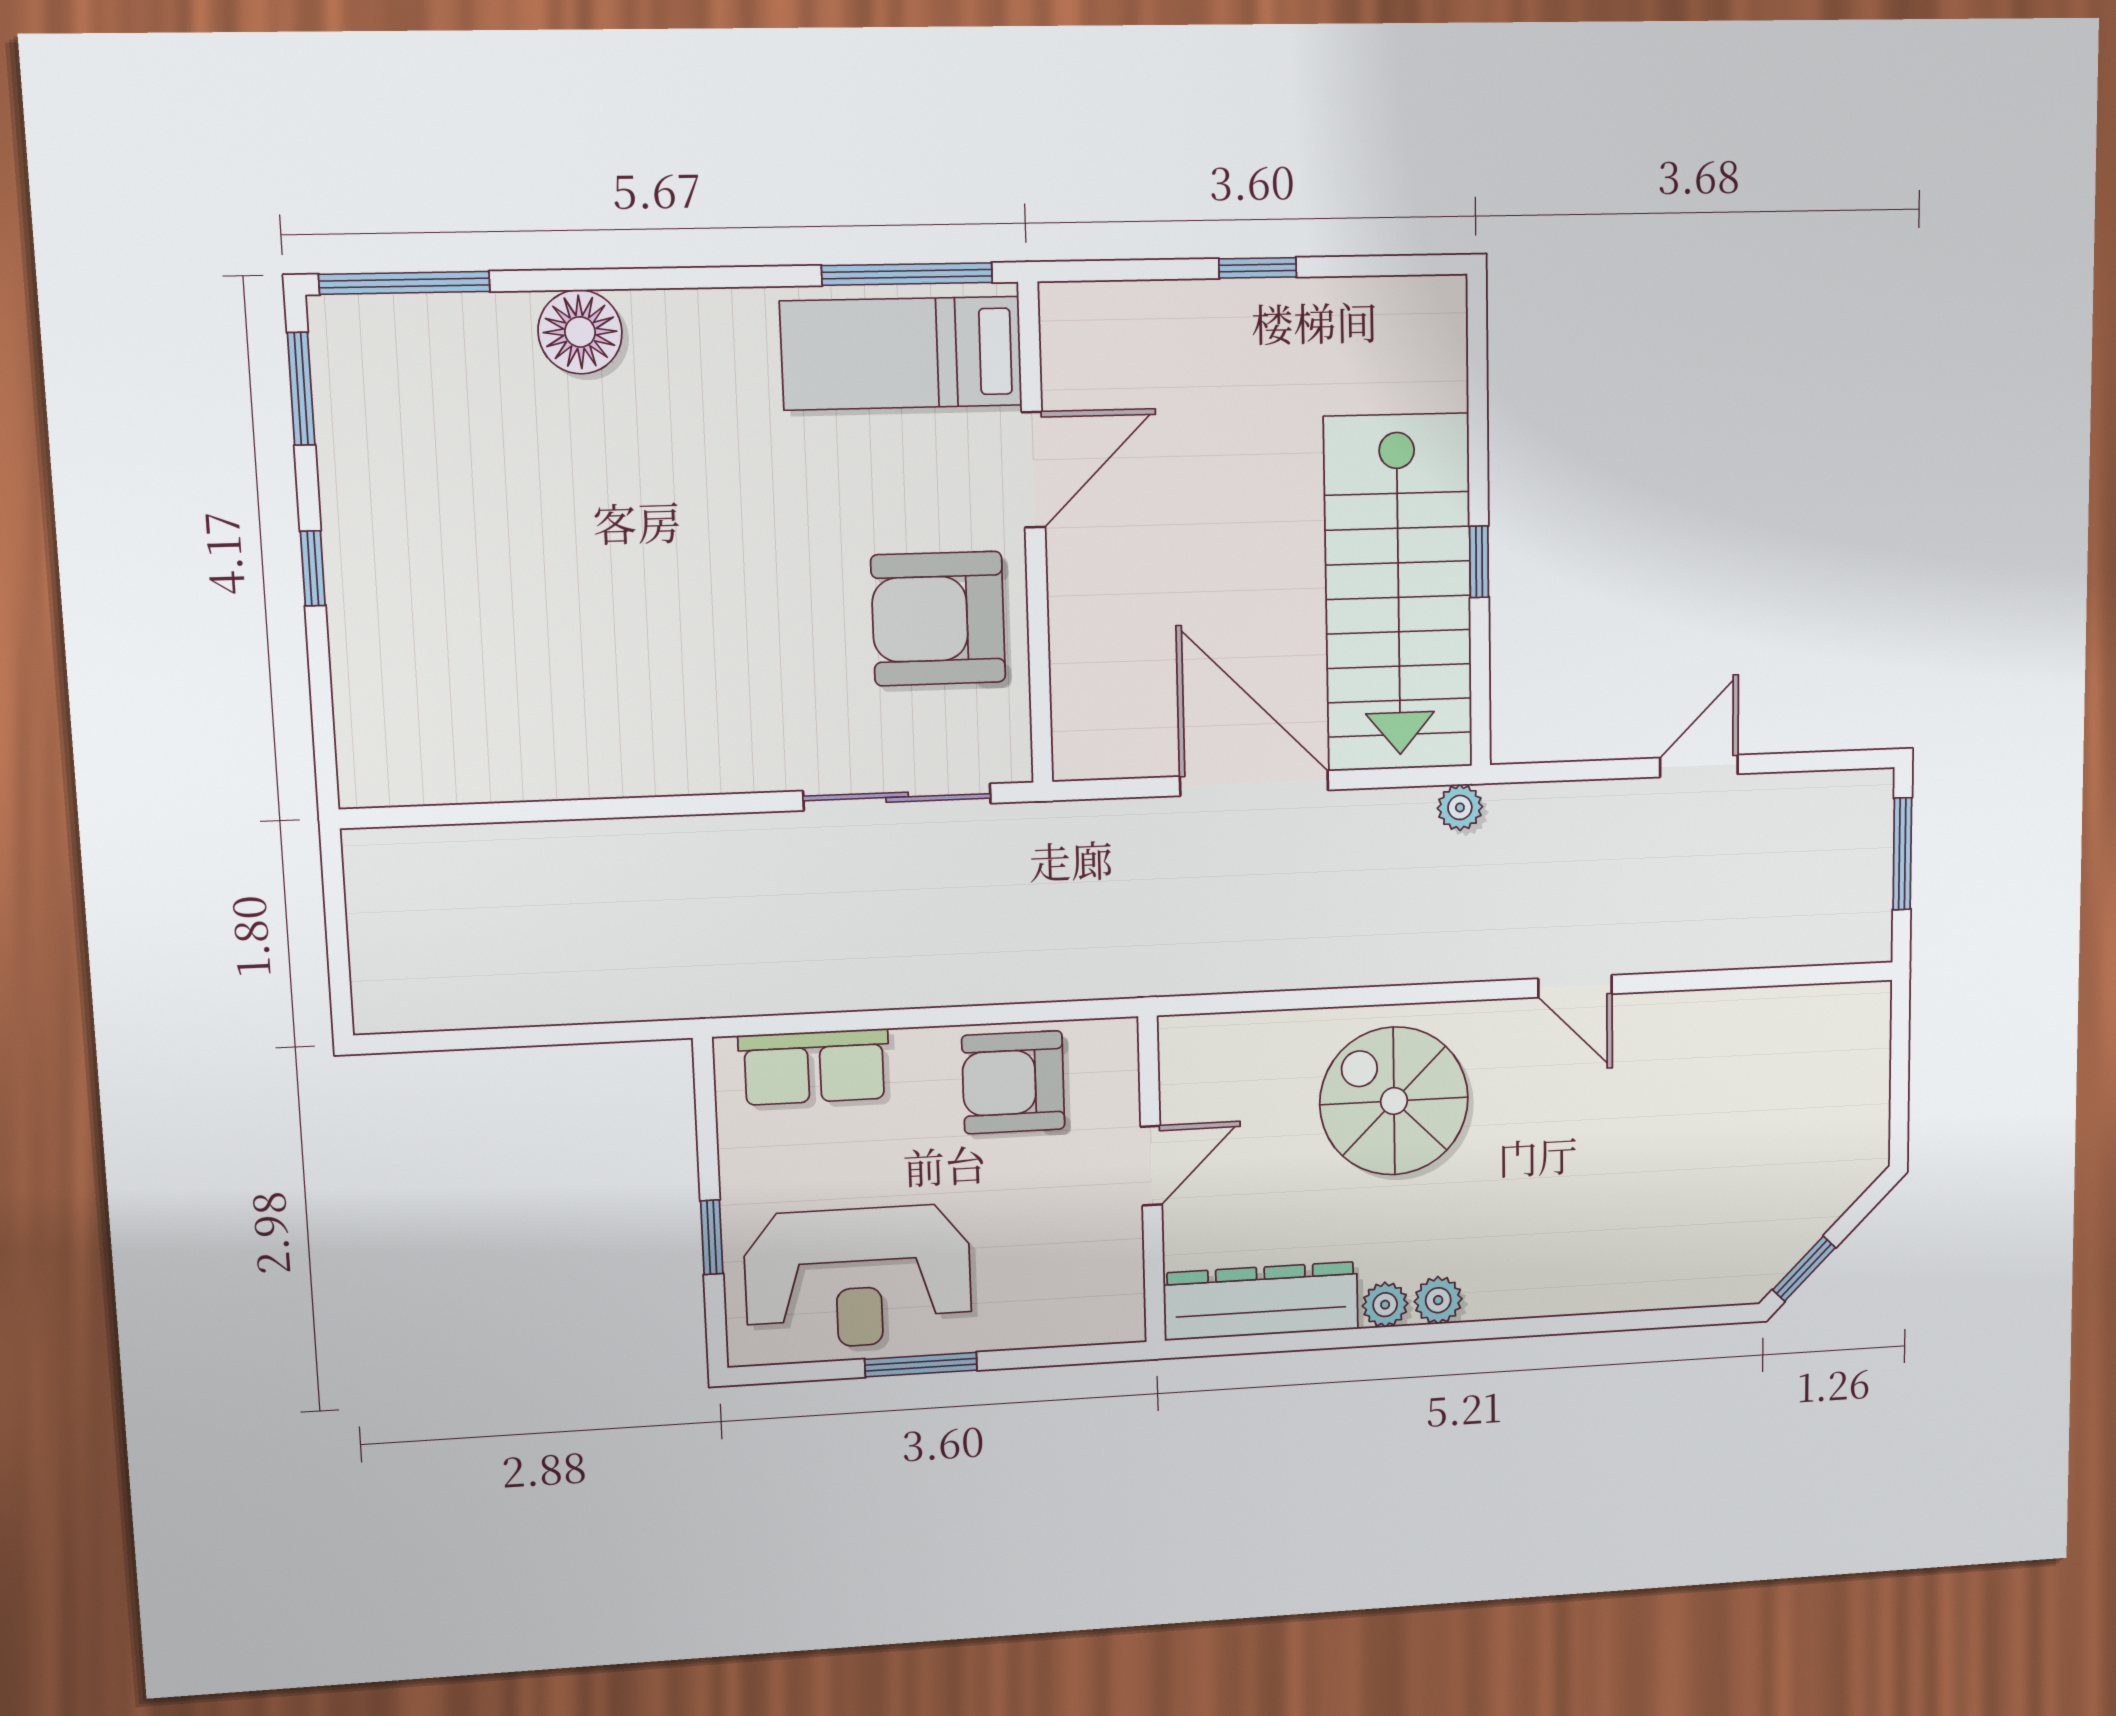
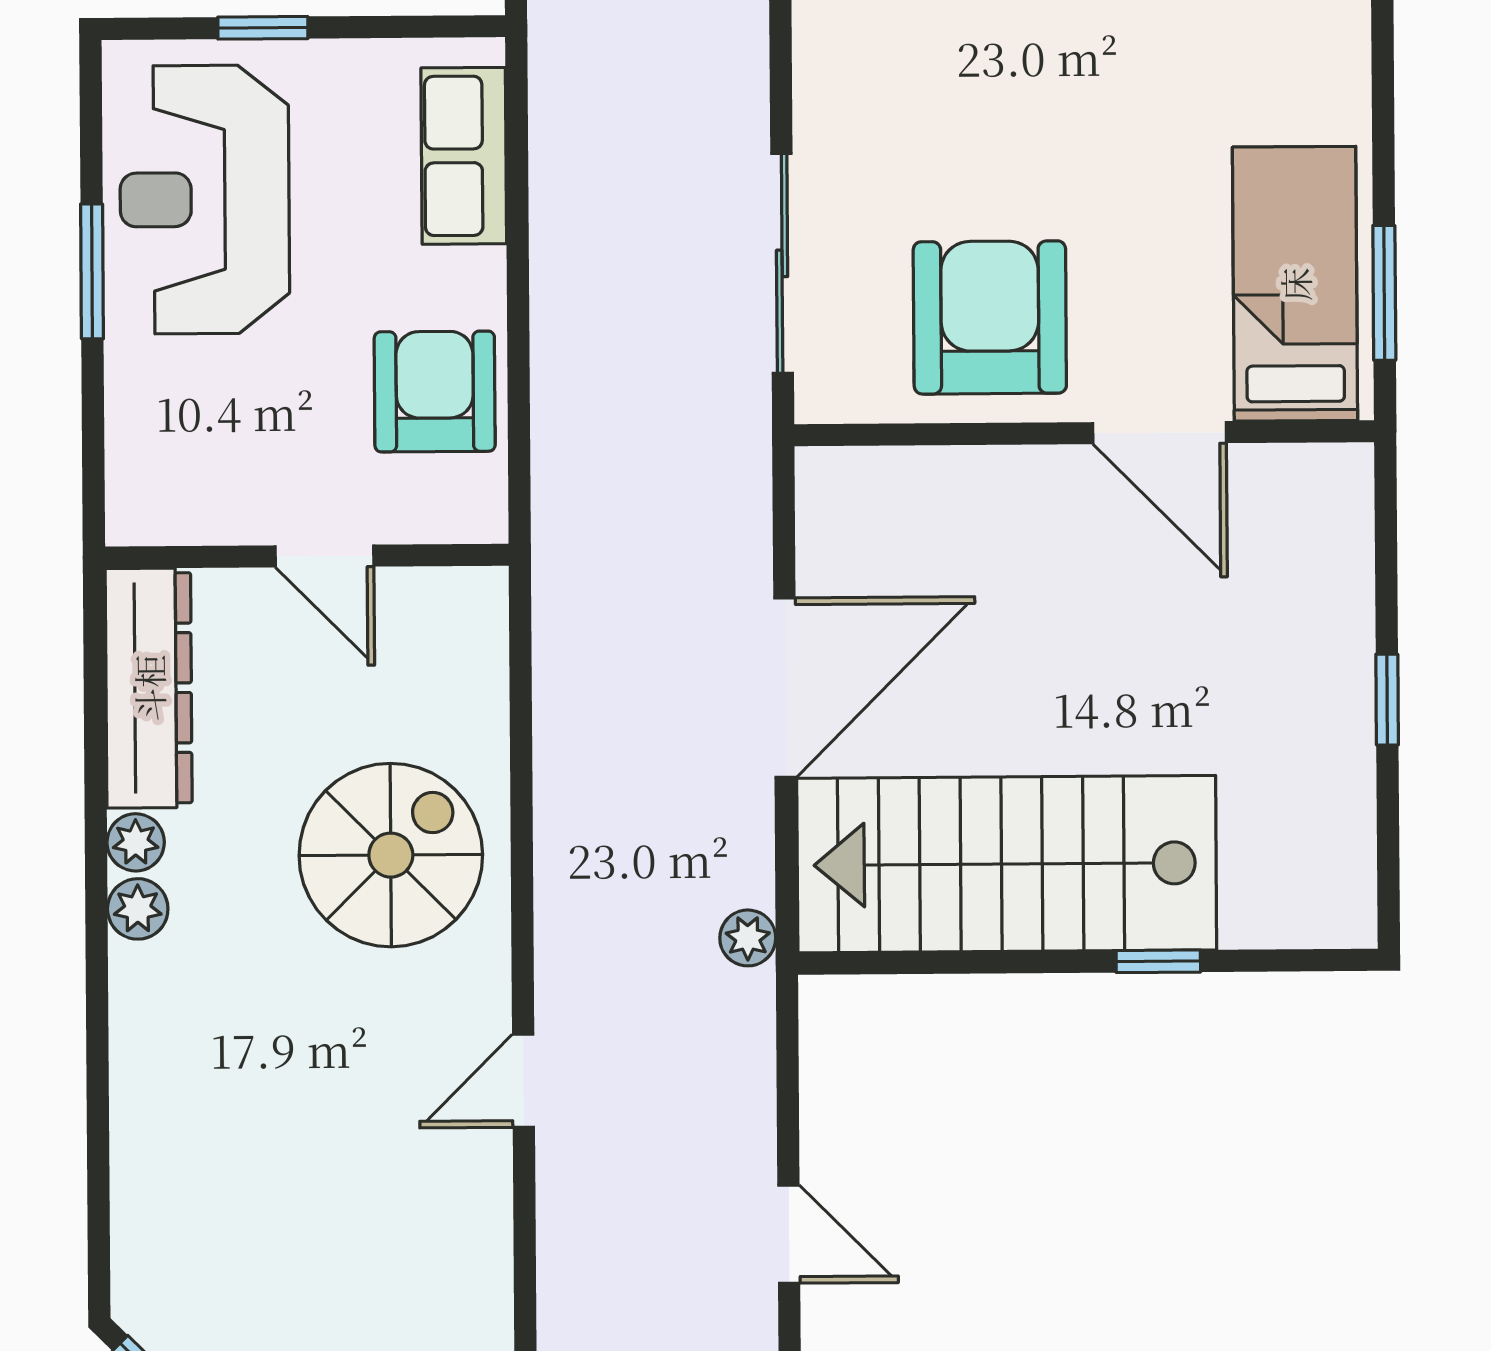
window: (907, 274) -> (1384, 293), width x0.69
window: (1479, 562) -> (1158, 961), moved

